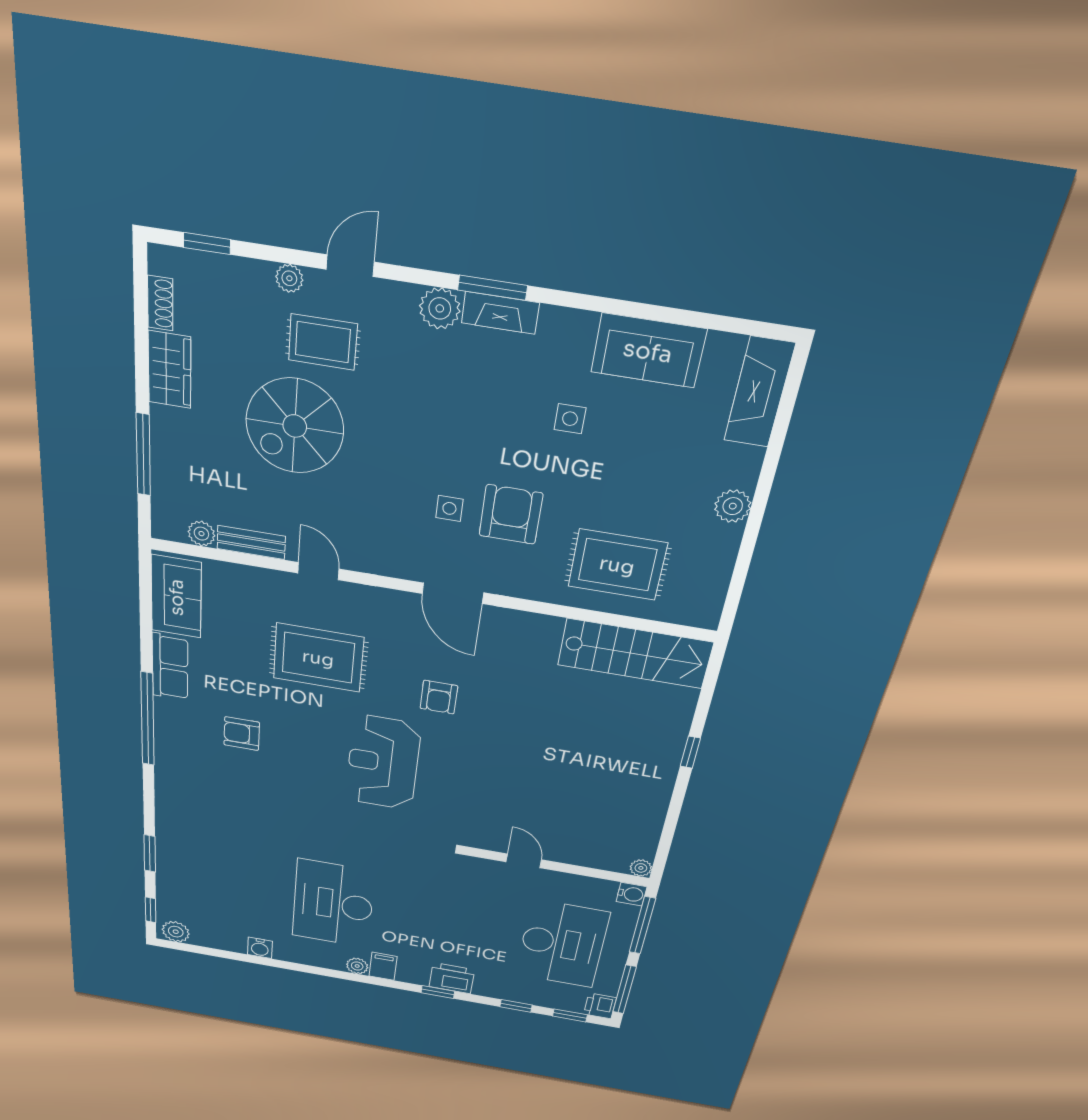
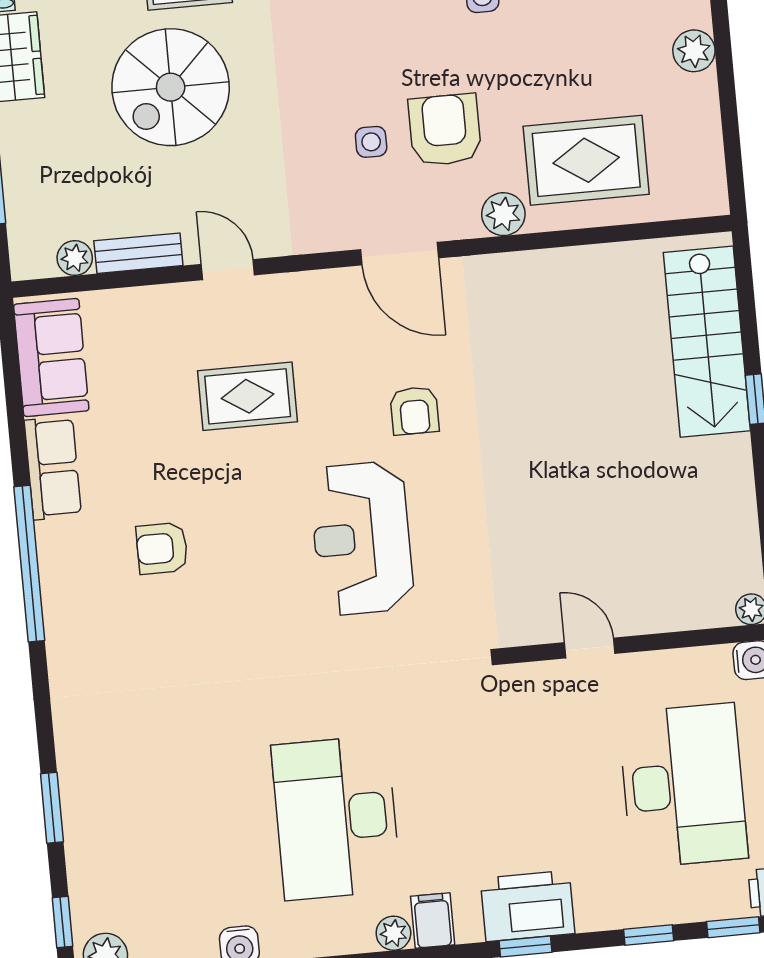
plant: (541, 586) -> (503, 214), added
stairs: (635, 654) -> (707, 342), moved, turned 90
rug: (318, 658) -> (248, 396), width x0.73, depth x0.70
printer: (452, 978) -> (528, 906), width x1.37, depth x1.19

